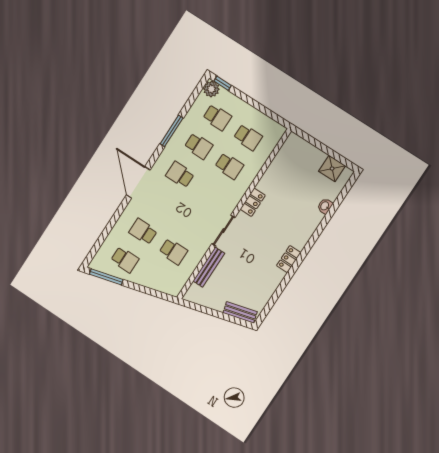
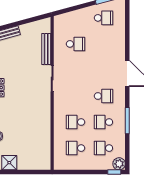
locker: (253, 202) -> (45, 109), removed
school desk: (143, 232) -> (103, 44), removed
school desk: (173, 252) -> (75, 44), turned 180
school desk: (125, 260) -> (103, 18), turned 180

